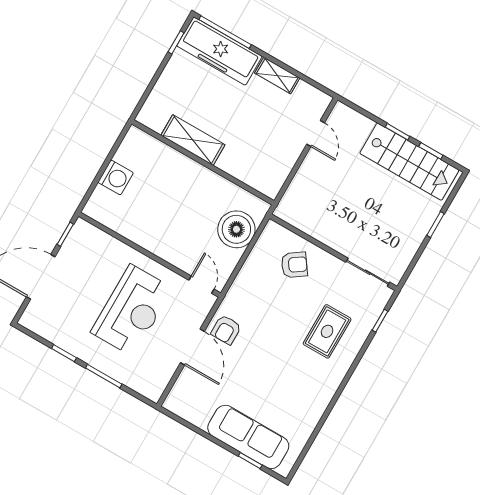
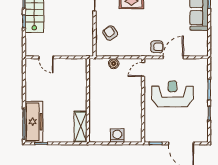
shelving: (277, 76) -> (30, 90), removed
door: (316, 134) -> (46, 57), swing flipped
shelving: (193, 140) -> (81, 127), moved
boiler: (236, 229) -> (114, 64), width x0.54, depth x0.54

